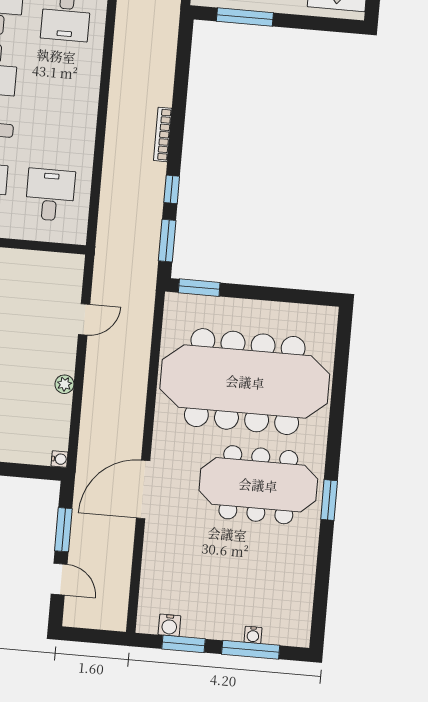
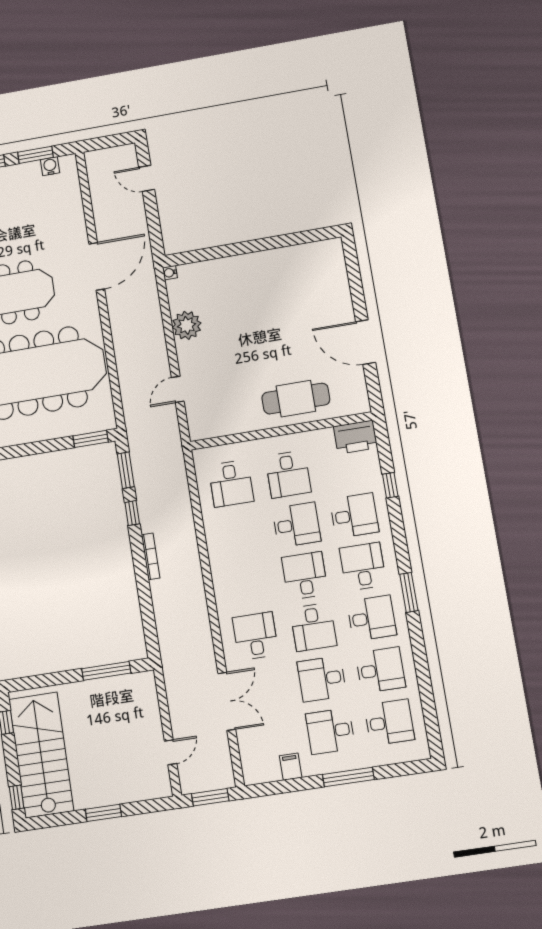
plant: (64, 384) -> (187, 325), width x1.88, depth x1.88
window: (63, 530) -> (153, 218), removed

